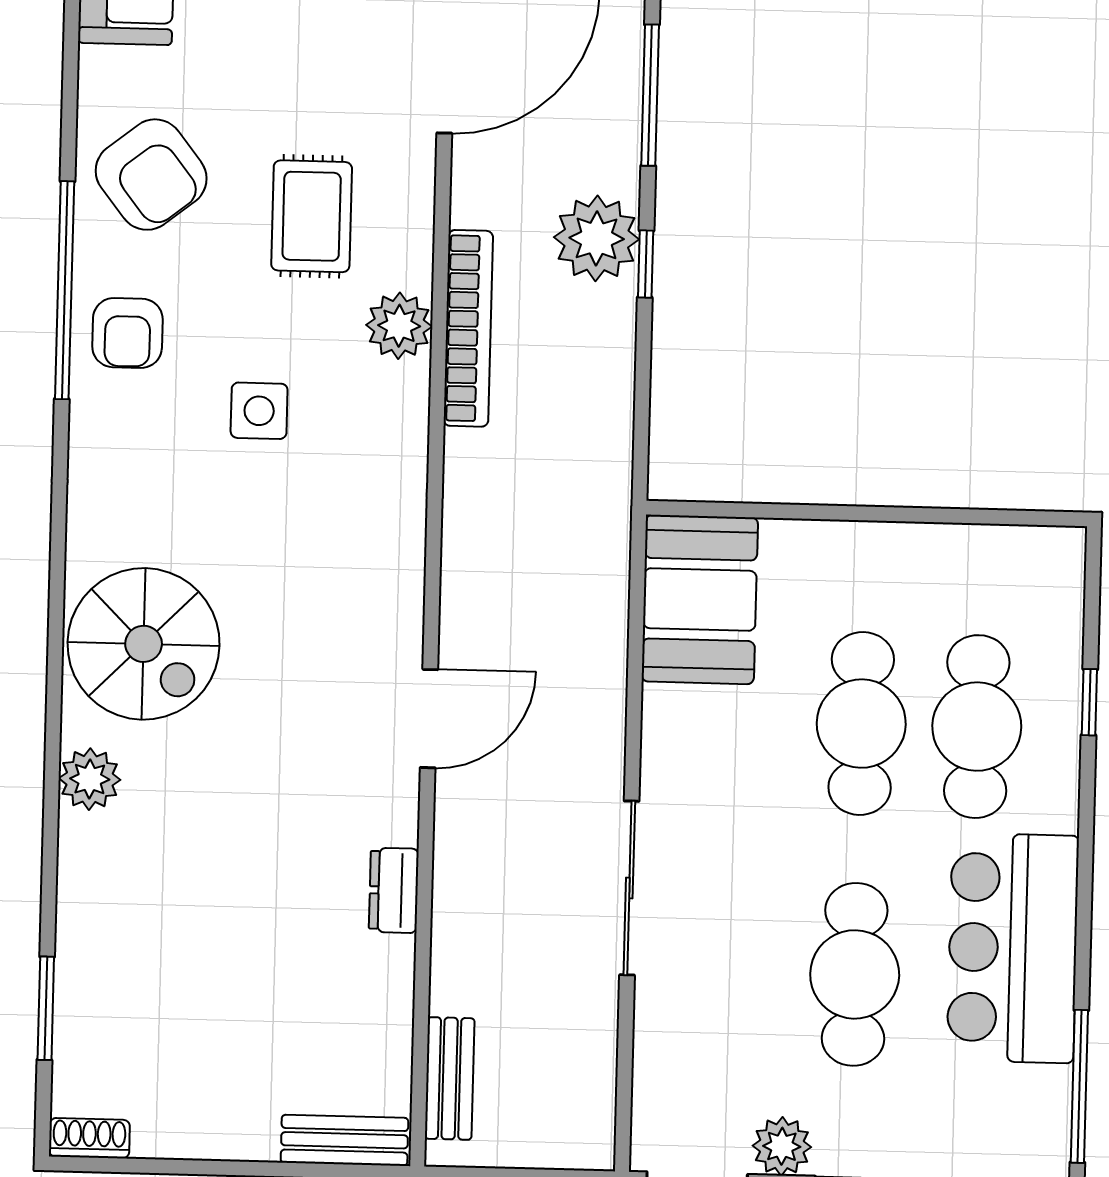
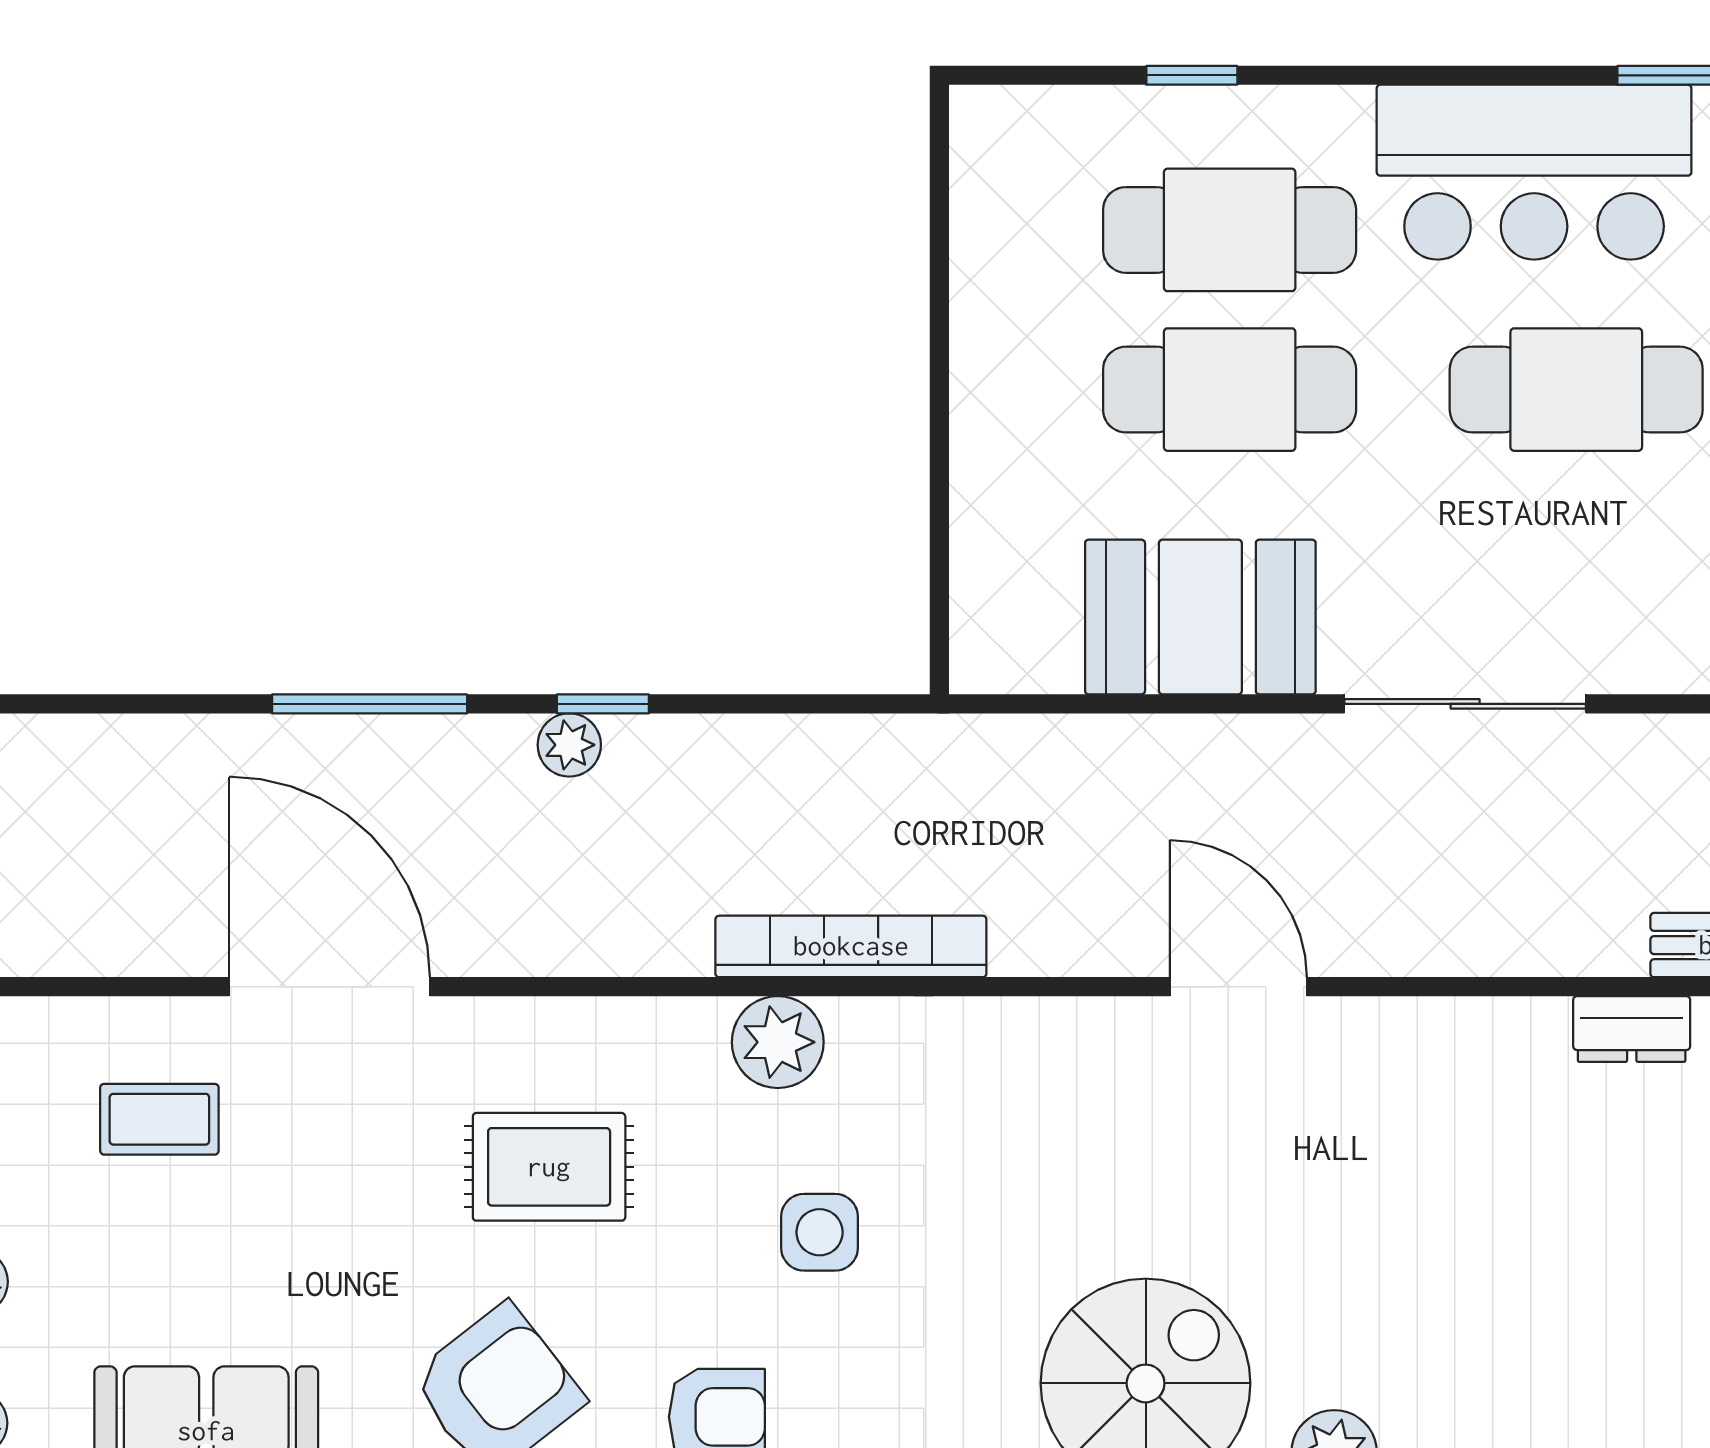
plant: (597, 238) -> (569, 745), width x0.53, depth x0.53
plant: (399, 326) -> (778, 1042), moved
bookcase: (468, 328) -> (851, 946), moved
booth: (700, 600) -> (1200, 617), moved
dresser: (394, 890) -> (1632, 1029), moved

